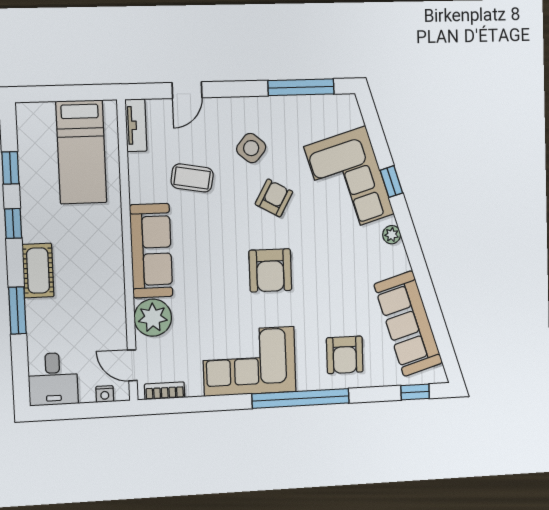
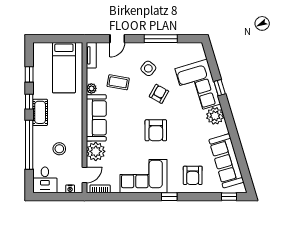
window: (301, 87) -> (161, 39), moved
plant: (139, 192) -> (91, 88), added
plant: (392, 235) -> (215, 116), width x1.87, depth x1.87
cot: (38, 271) -> (40, 112), moved
window: (17, 310) -> (29, 145), width x2.11
stool: (79, 316) -> (59, 149), added
door: (132, 365) -> (84, 175), swing flipped
window: (301, 398) -> (169, 197), width x0.32

